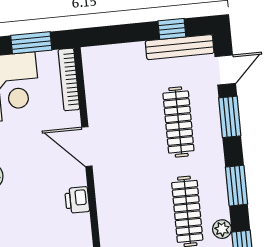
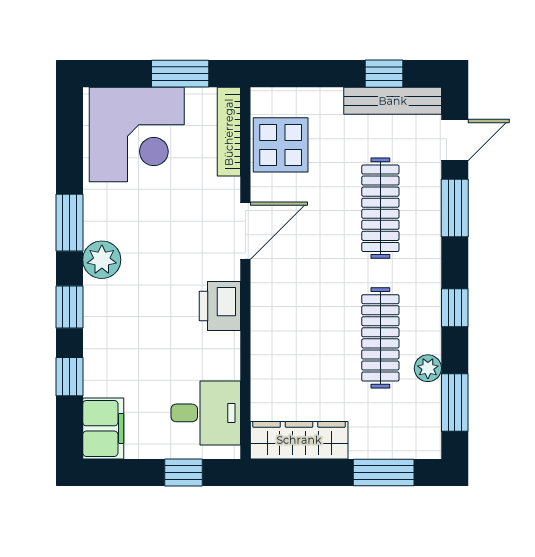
display table: (105, 85) -> (281, 145), added
door: (87, 147) -> (245, 231), swing flipped
window: (236, 186) -> (455, 308), width x0.67
printer: (77, 200) -> (220, 306), width x1.36, depth x1.24

